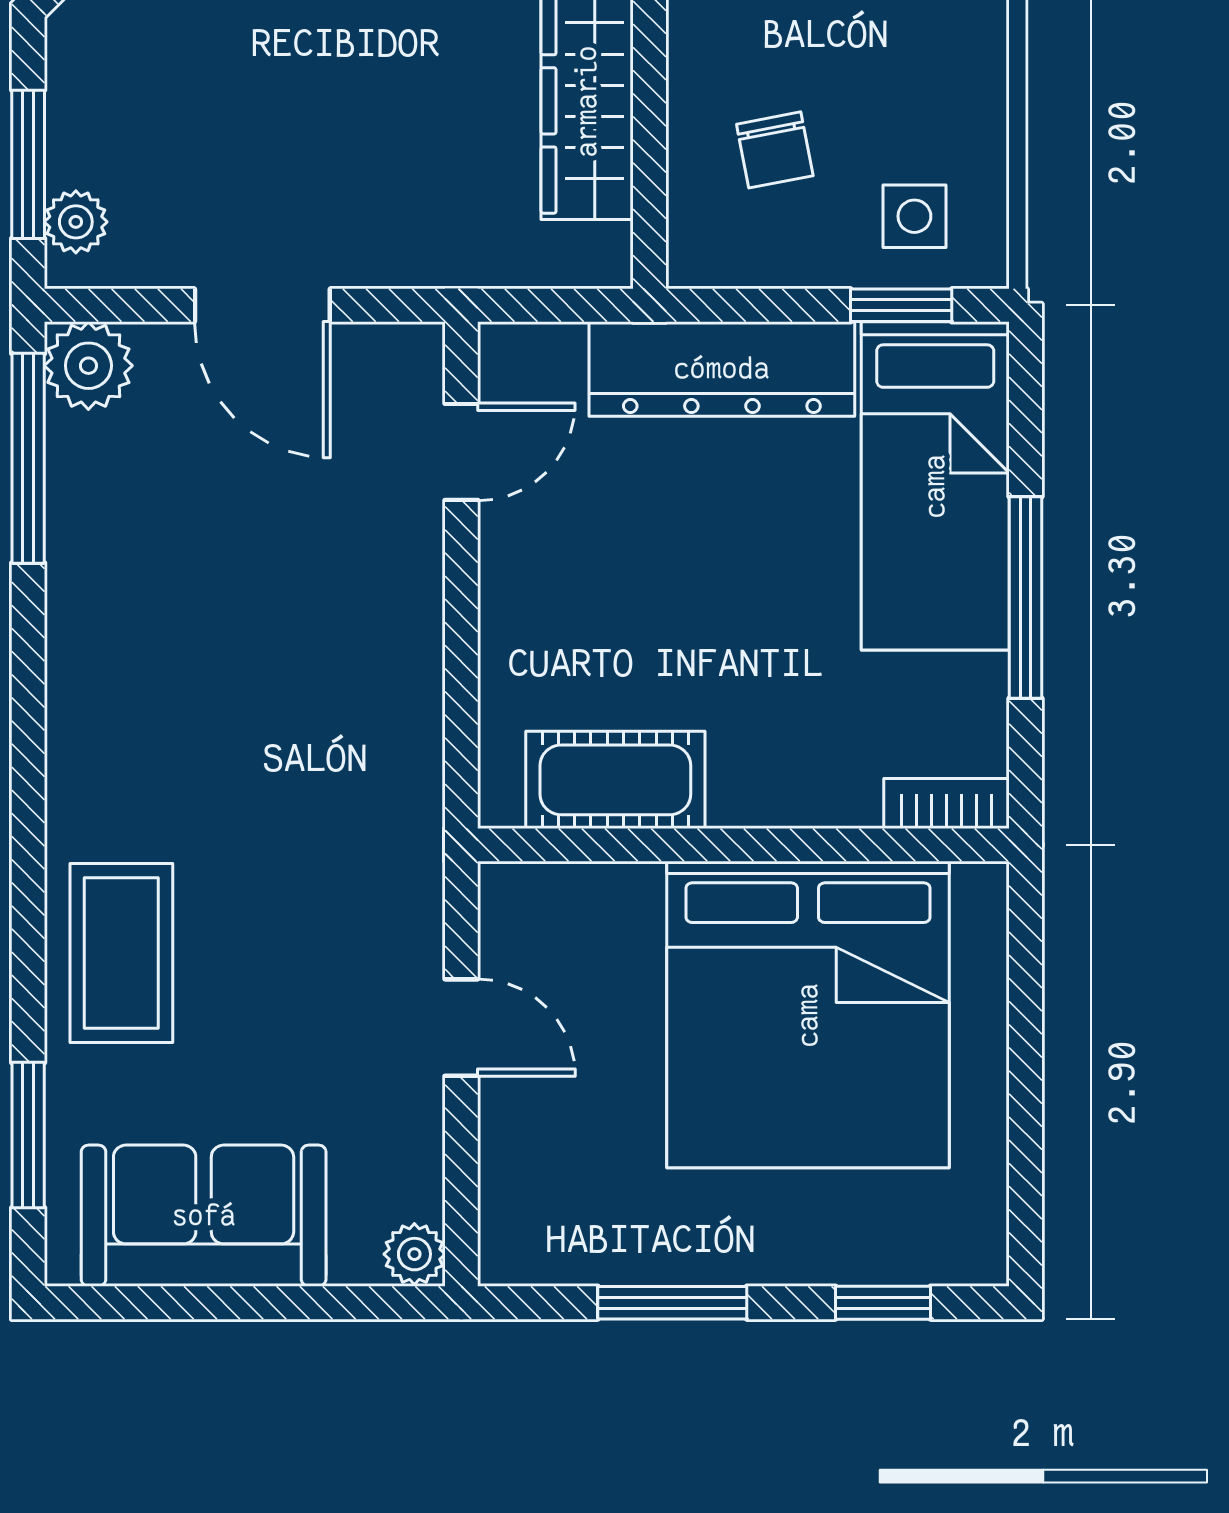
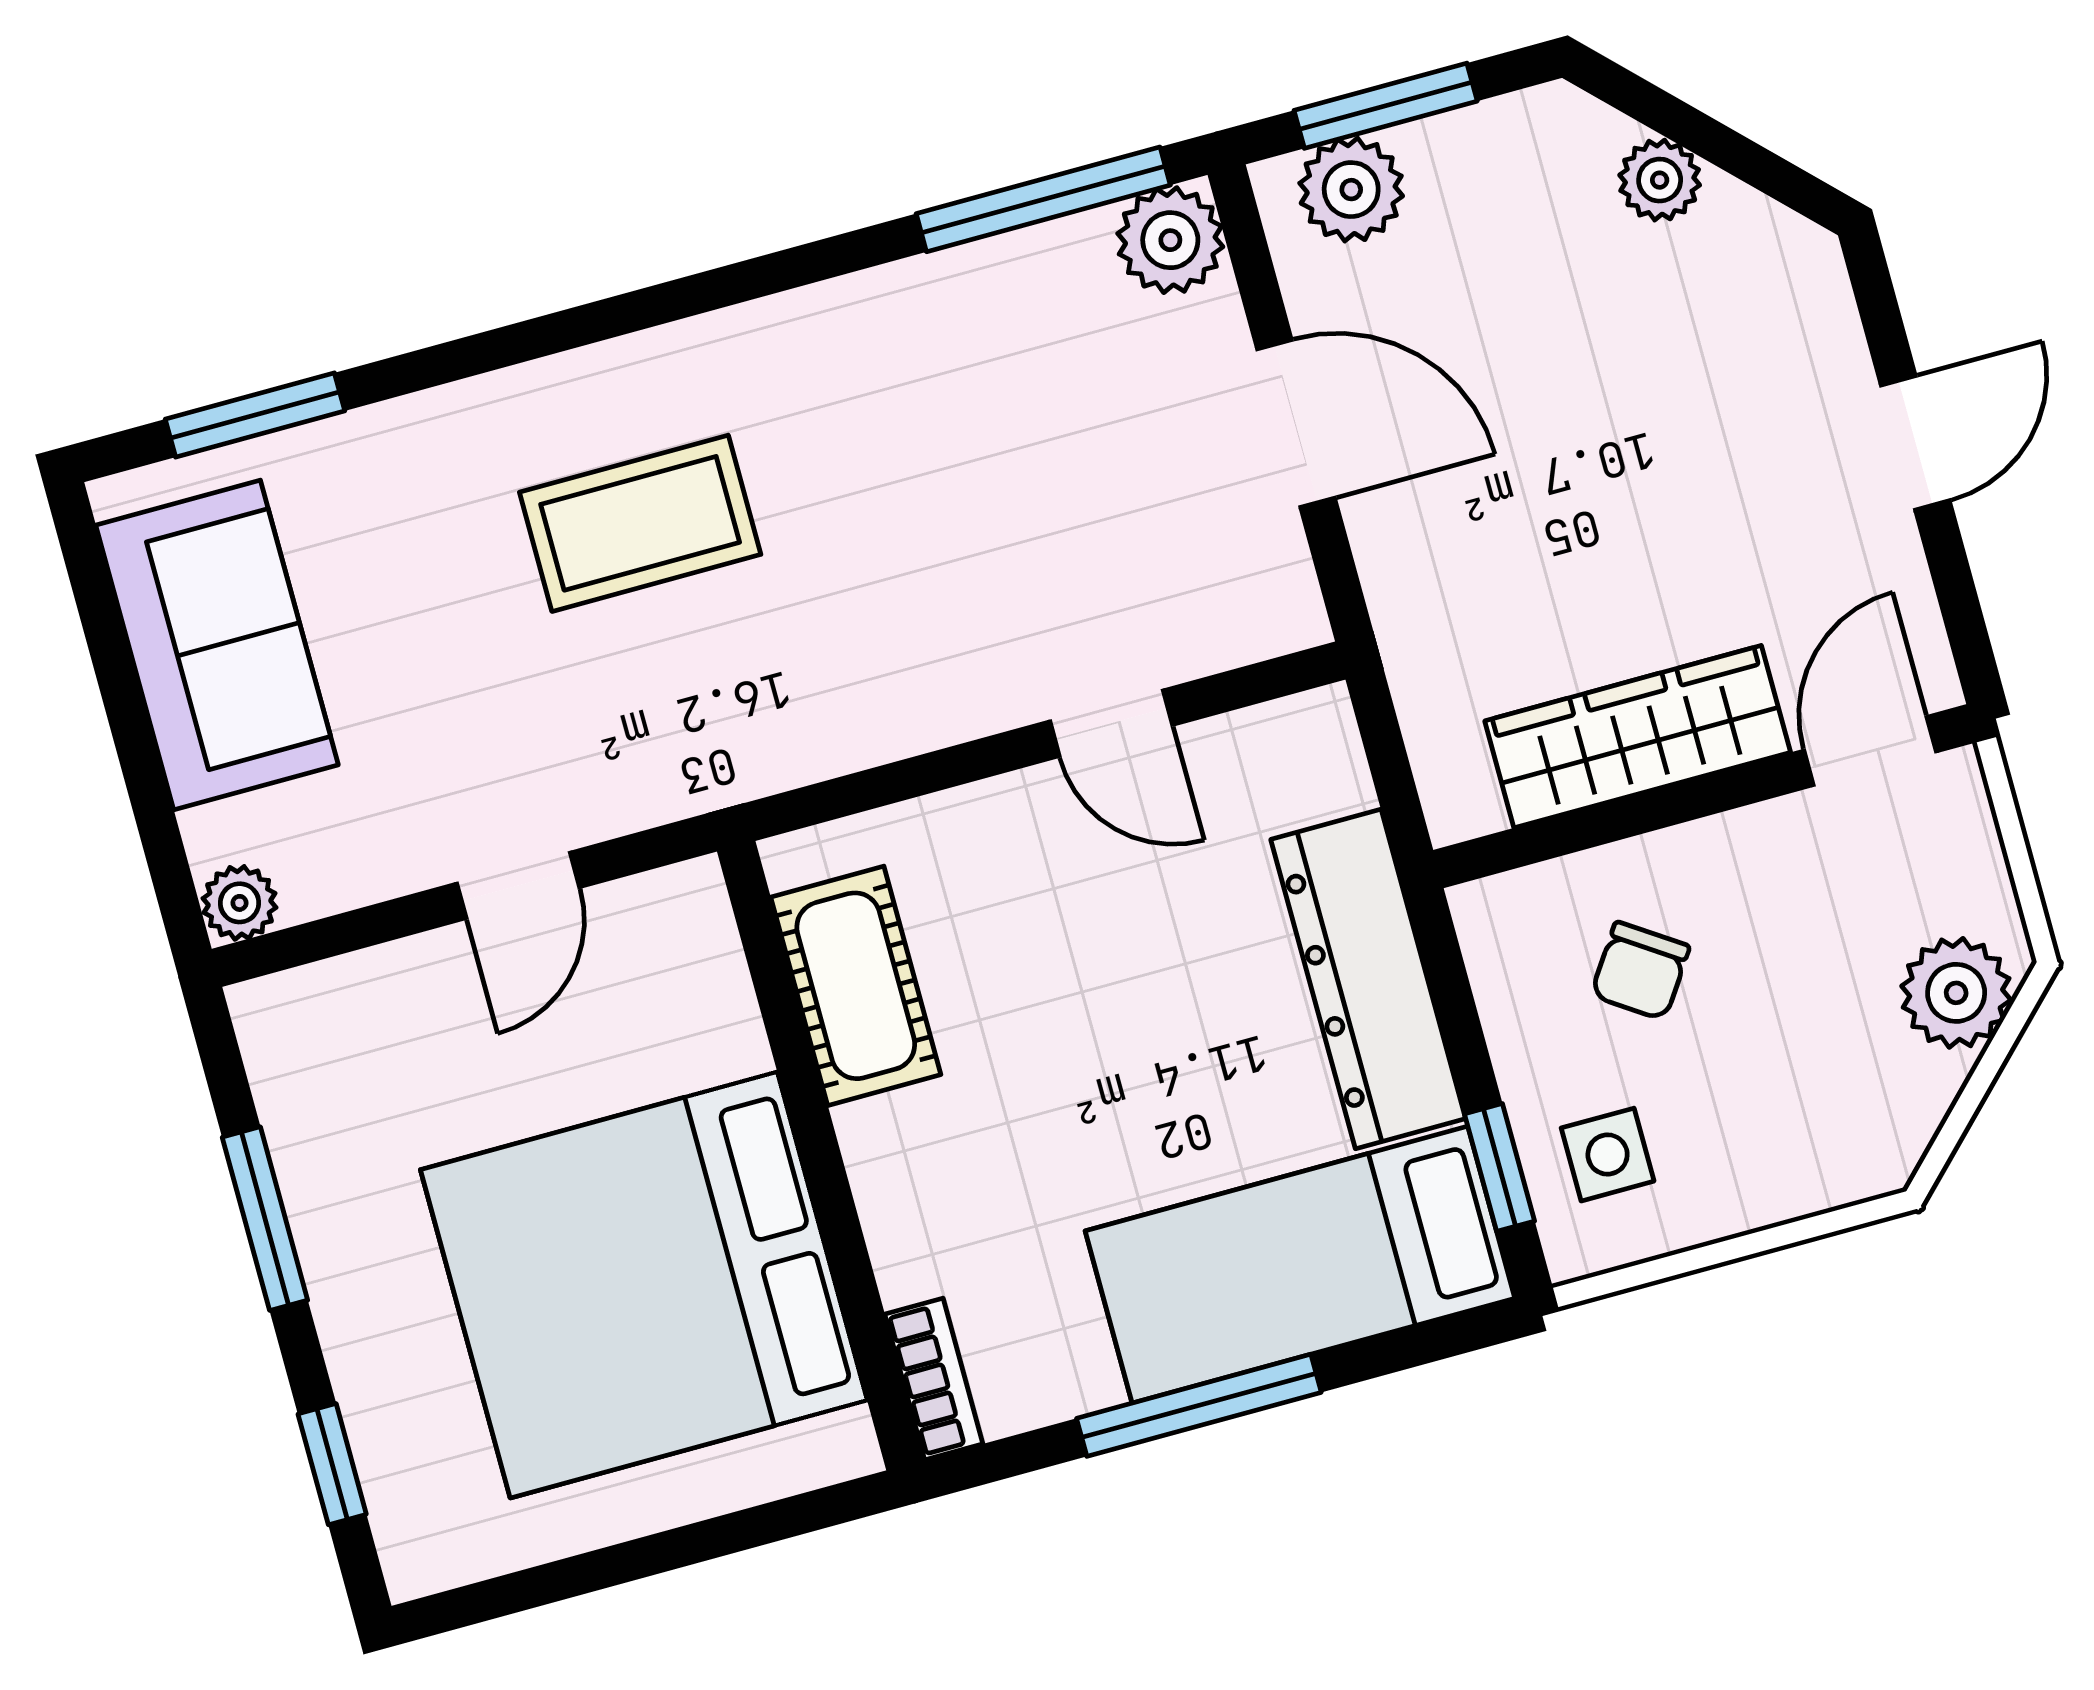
chair: (775, 150) -> (1640, 971), turned -45
plant: (76, 222) -> (1351, 190), width x1.38, depth x1.38
door: (262, 305) -> (1296, 424), swing flipped
door: (461, 452) -> (1111, 723), moved
coffee table: (121, 953) -> (640, 523), moved

